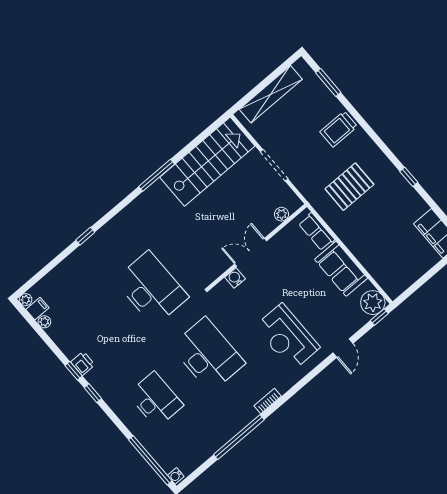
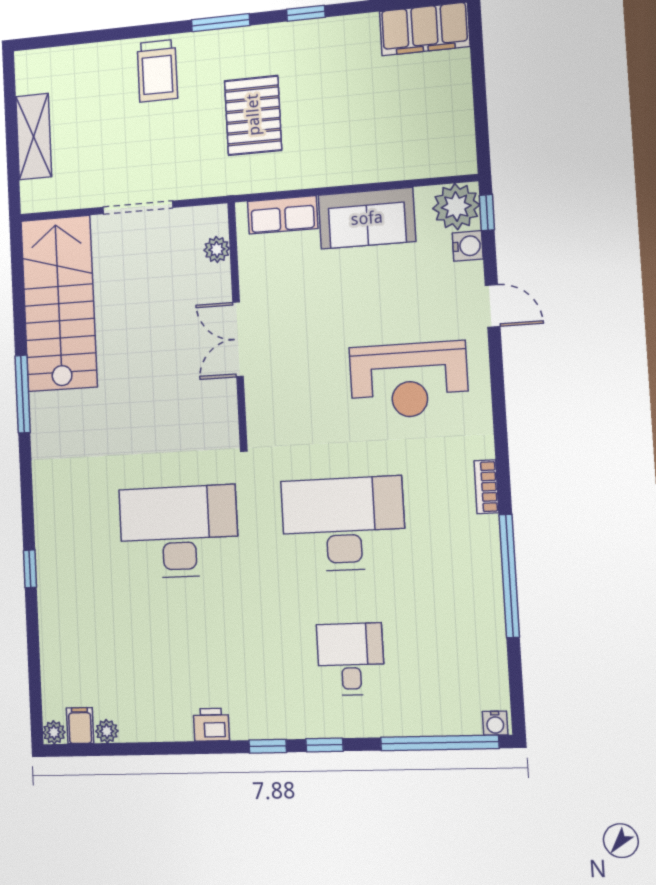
window: (328, 83) -> (221, 23), moved
shelving: (271, 94) -> (34, 137), width x0.68
water cooler: (235, 278) -> (468, 246), moved, turned 180
window: (74, 371) -> (324, 745), moved
desk: (155, 400) -> (351, 659), width x0.73

